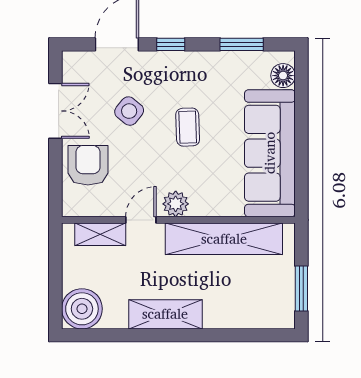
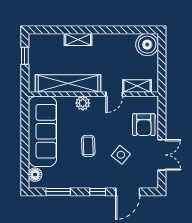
double door: (55, 111) -> (162, 155), swing flipped
plant: (176, 204) -> (83, 103), moved
window: (301, 289) -> (25, 56), width x0.67
shelving: (165, 314) -> (78, 39), moved, width x0.67, depth x0.75

